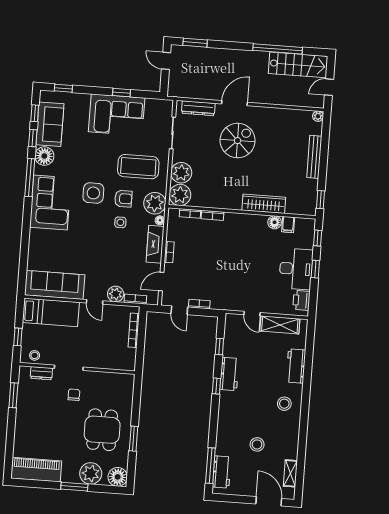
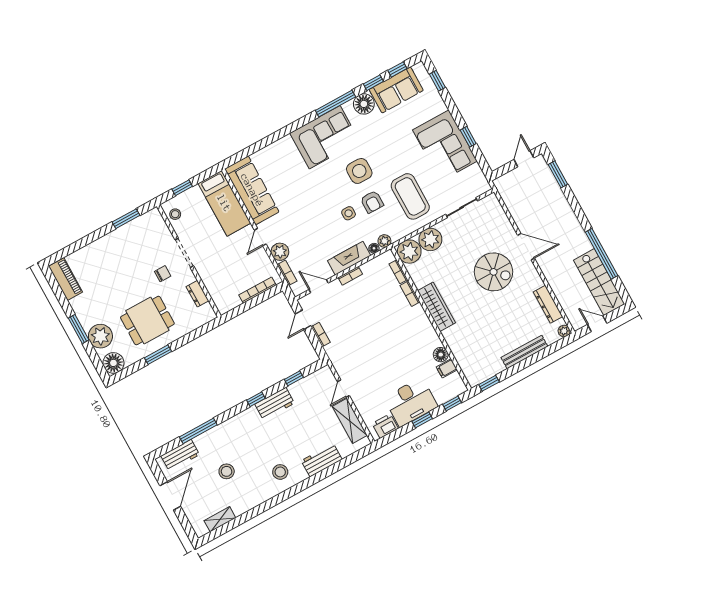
dresser: (198, 108) -> (548, 304), moved
plant: (155, 203) -> (384, 241), width x0.53, depth x0.53
wardrobe: (264, 204) -> (436, 307), moved
dresser: (41, 373) -> (197, 294), moved
window: (210, 466) -> (198, 431), moved
piano: (36, 470) -> (66, 279), width x0.73, depth x0.75
door: (269, 501) -> (170, 496), moved

